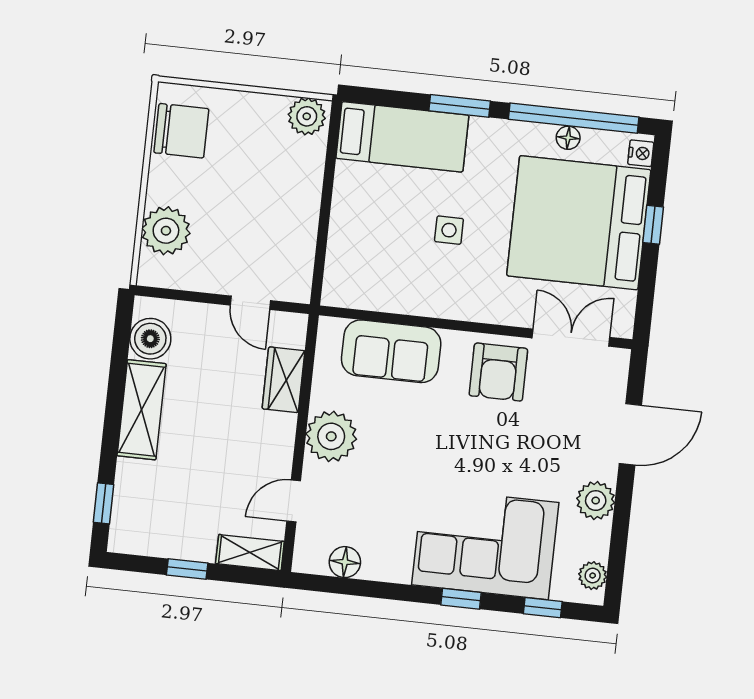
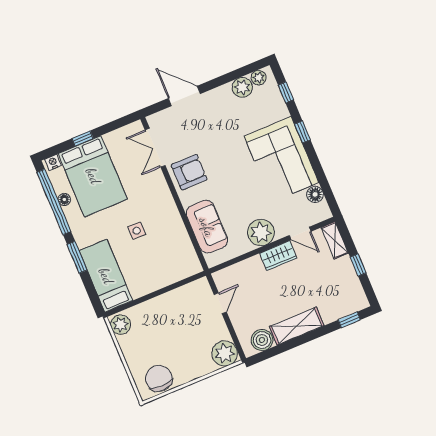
bed: (579, 223) -> (93, 176), width x0.73
plant: (166, 231) -> (225, 353), moved
wardrobe: (284, 380) -> (278, 256), moved
plant: (596, 501) -> (242, 87), moved
corner sofa: (485, 544) -> (281, 159), moved

